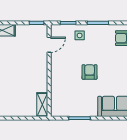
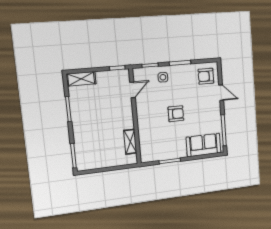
armchair: (90, 72) -> (176, 114), turned 90
shelving: (42, 105) -> (130, 142), moved

